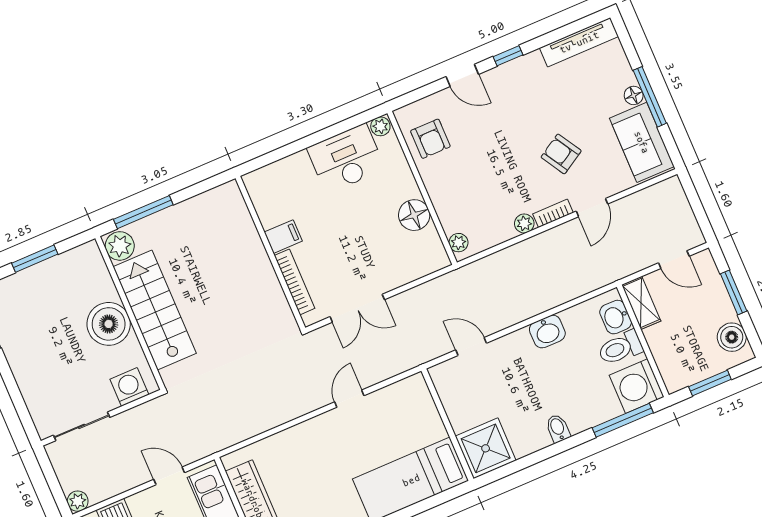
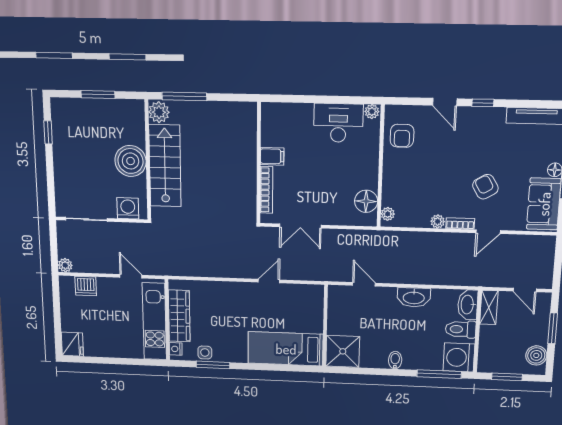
floor lamp: (414, 215) -> (366, 201), moved
washbasin: (616, 317) -> (468, 305), width x1.38
washbasin: (547, 332) -> (414, 297), width x1.38

